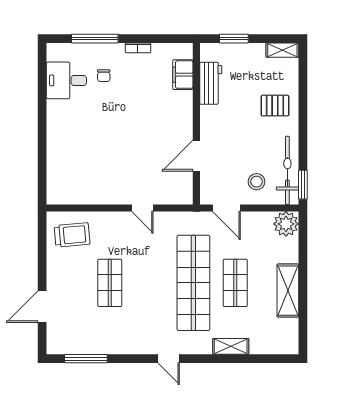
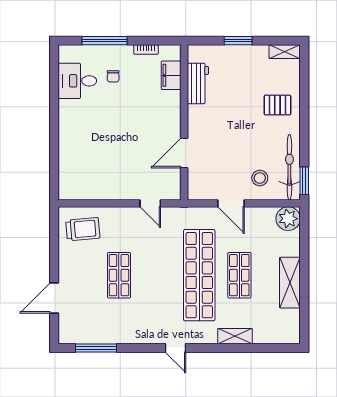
filing cabinet: (183, 75) -> (171, 75), moved
workbench: (211, 83) -> (198, 83), moved
wall: (196, 124) -> (184, 122), moved
door: (196, 156) -> (184, 153), moved

